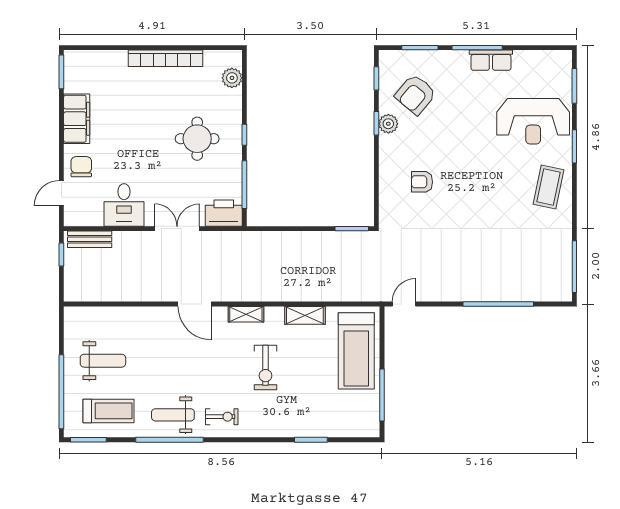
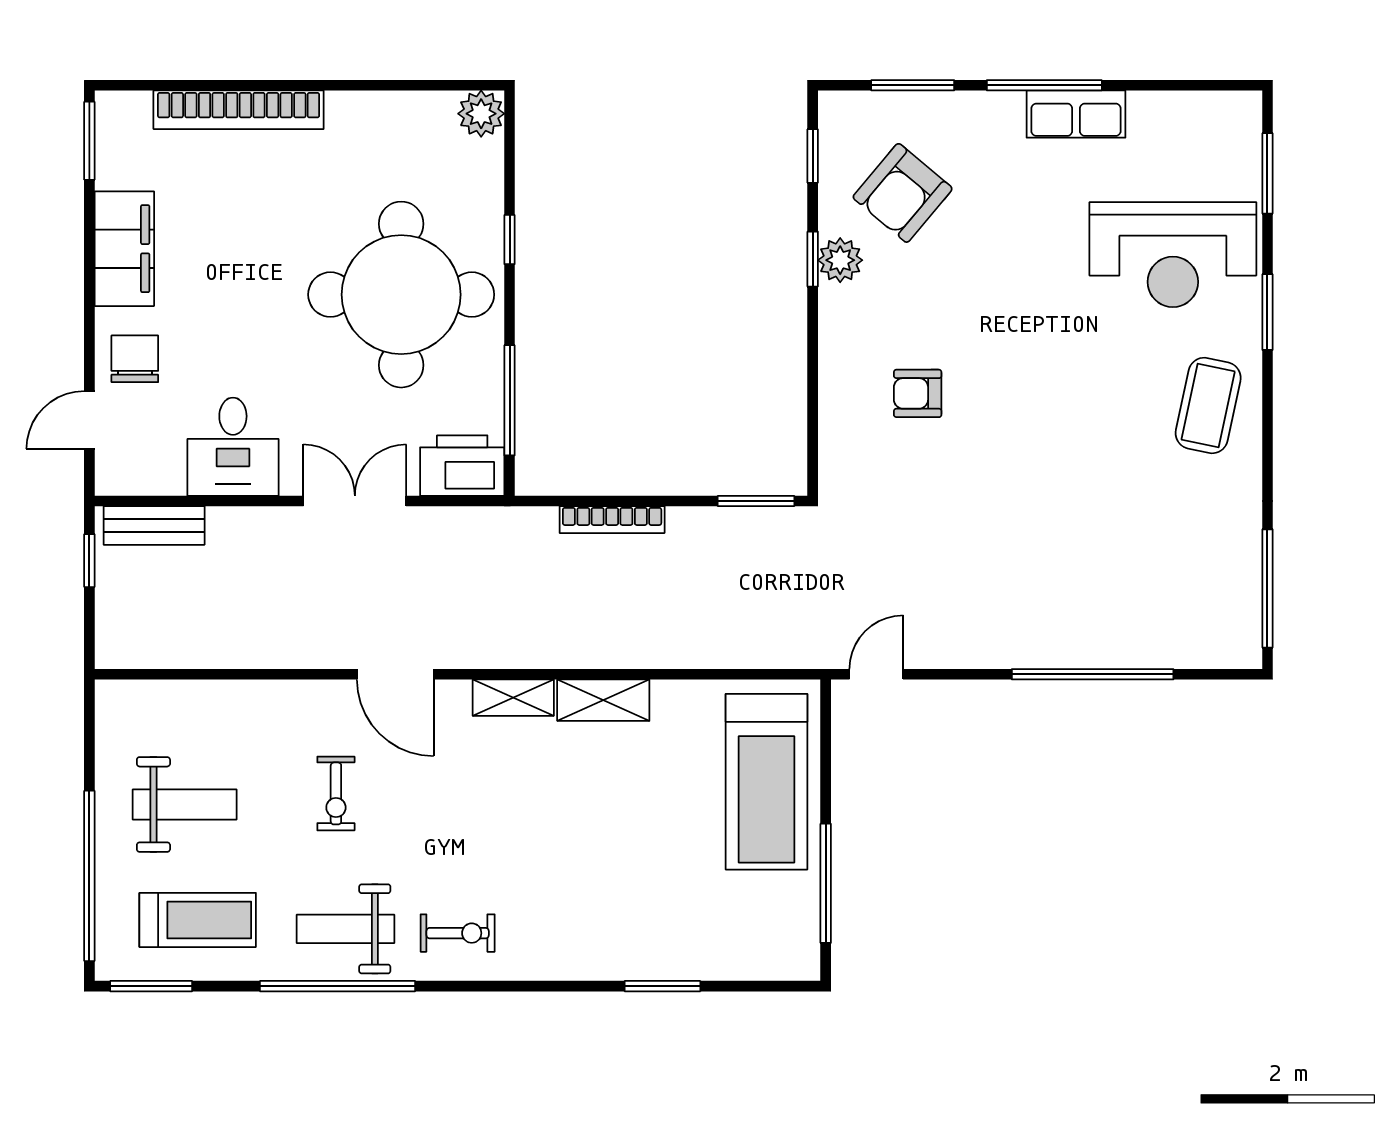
bookcase: (166, 58) -> (239, 110), moved
plant: (232, 78) -> (481, 114), moved
window: (244, 135) -> (510, 240), moved
round table: (197, 139) -> (401, 295), width x1.86, depth x1.86
bookcase: (289, 237) -> (612, 520), added
shelving: (305, 315) -> (603, 700), moved
exercise bike: (265, 368) -> (336, 793), moved, width x0.73, depth x0.72

